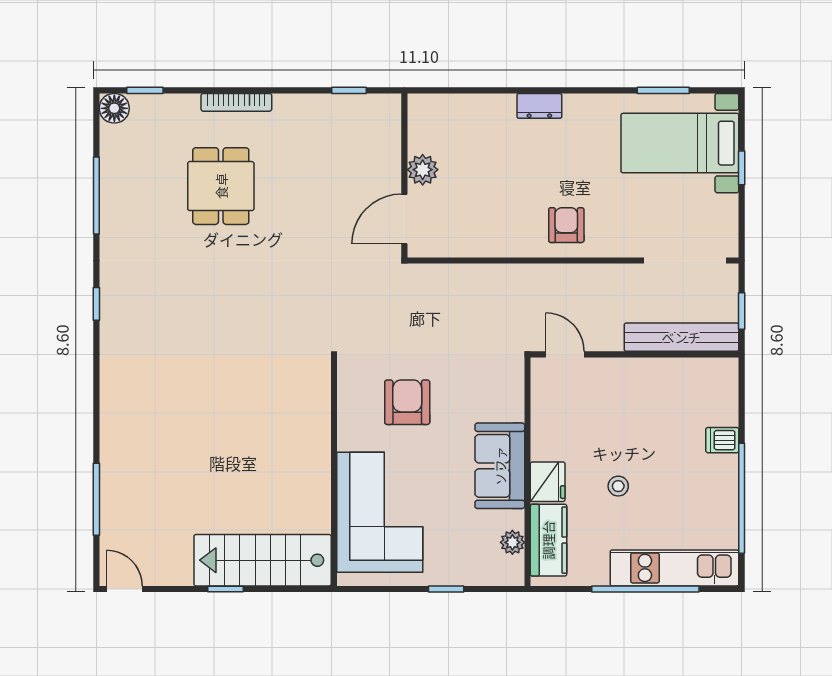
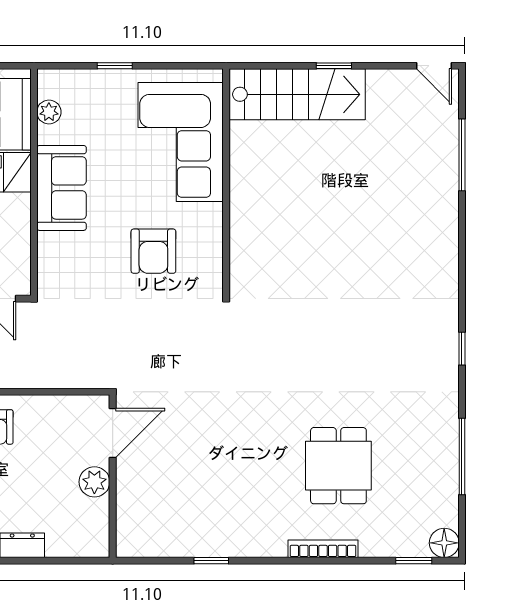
plant: (423, 170) -> (94, 482), moved
wall: (404, 175) -> (113, 476), moved
door: (404, 219) -> (113, 433), moved

